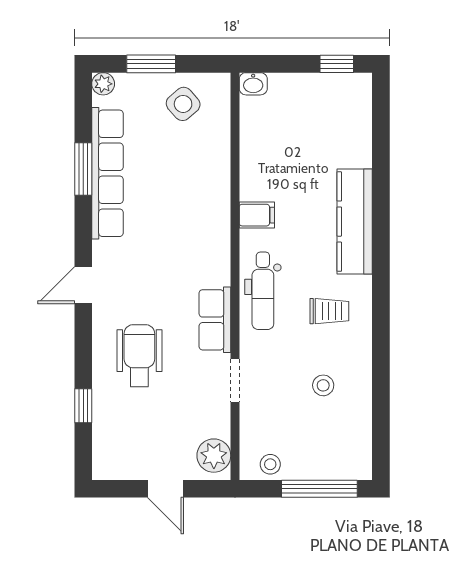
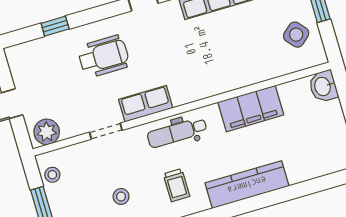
washbasin: (253, 84) -> (323, 86), width x1.38, depth x1.45
filing cabinet: (257, 215) -> (251, 108), width x3.00, depth x1.17

